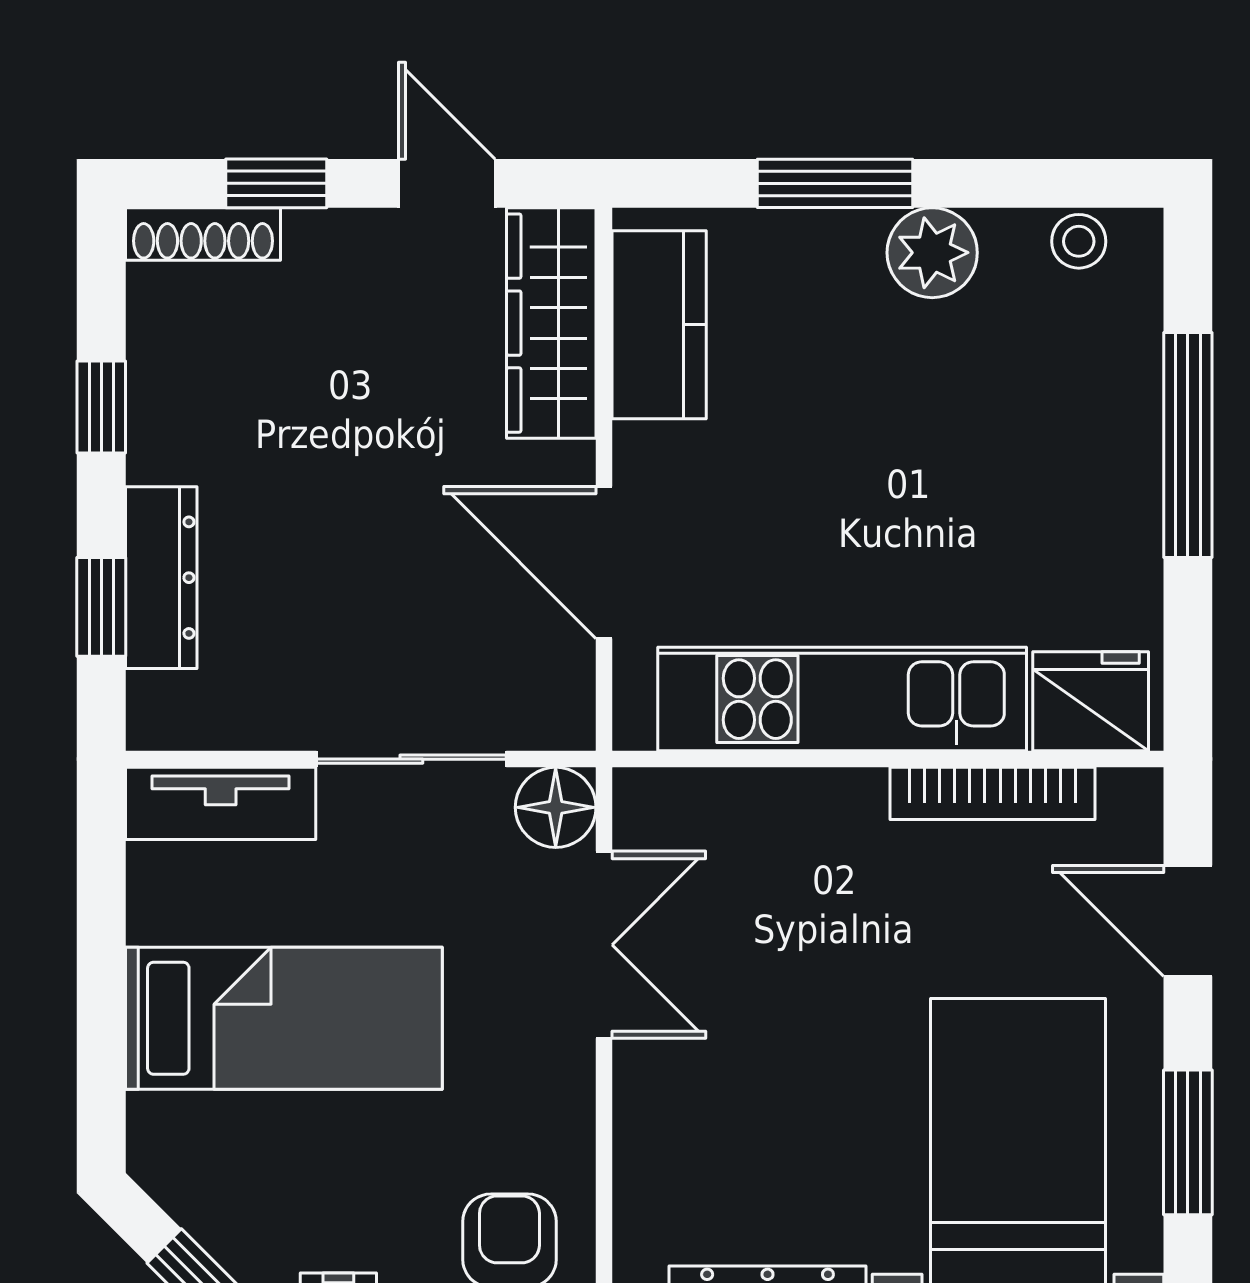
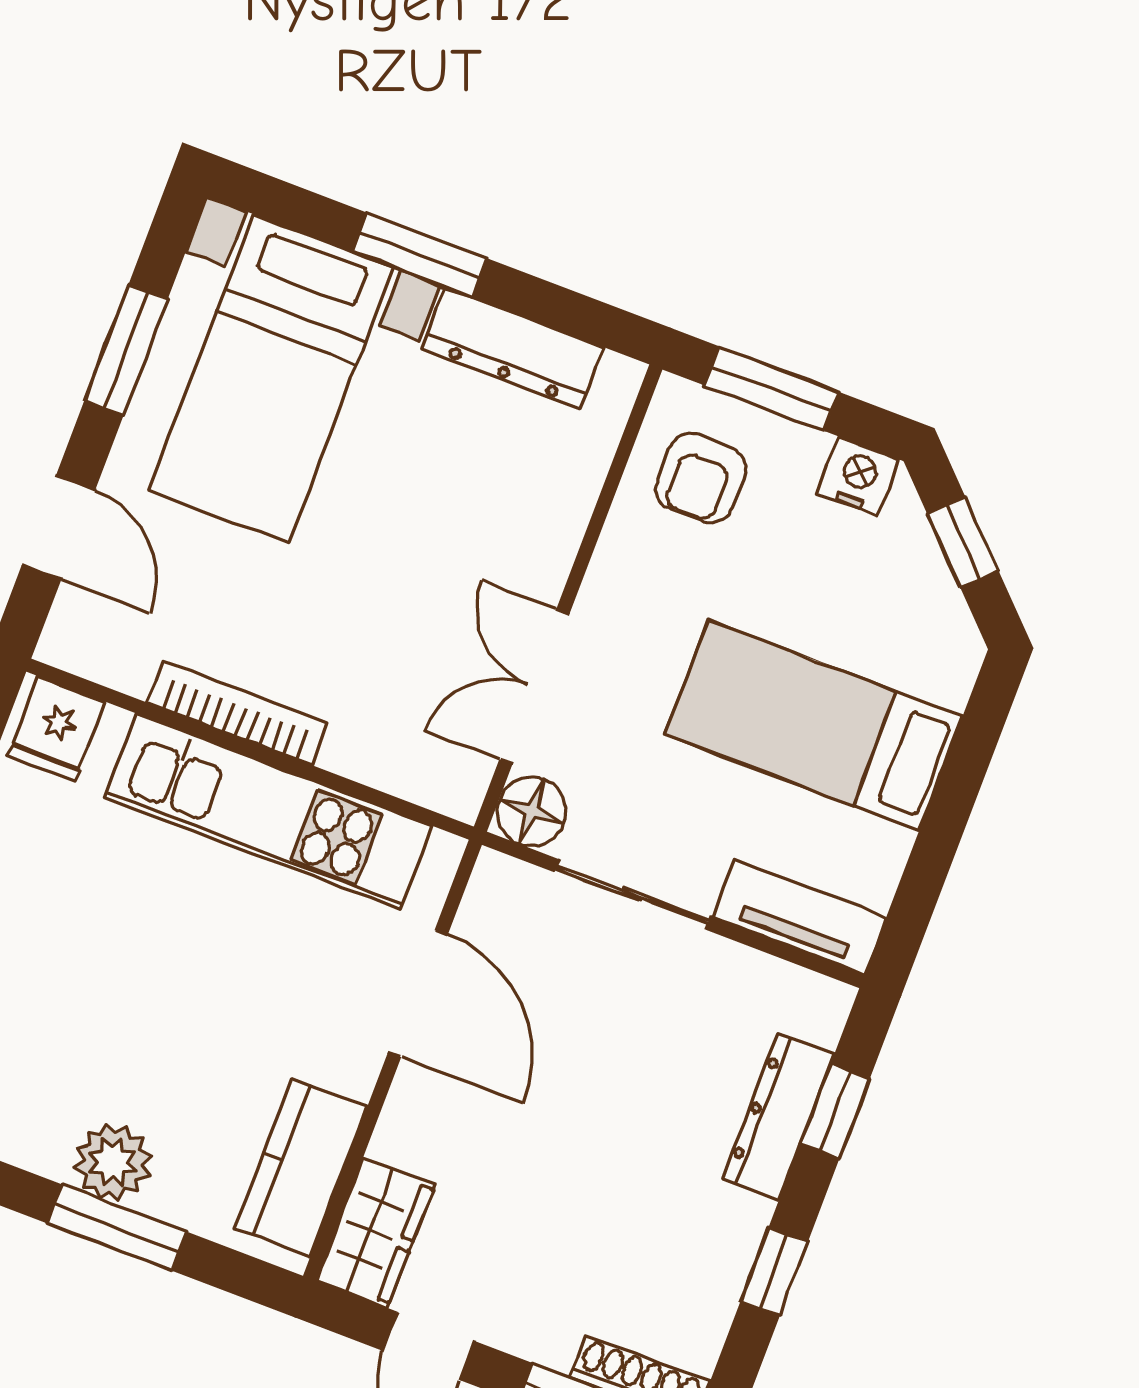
plant: (932, 253) -> (113, 1162), moved
wardrobe: (551, 323) -> (375, 1233), width x0.67
fridge: (1091, 701) -> (57, 729), width x0.72
bookcase: (993, 793) -> (237, 713), moved

